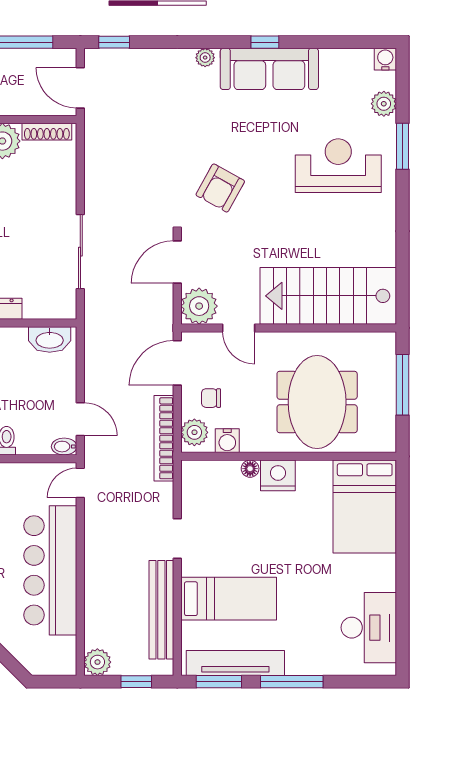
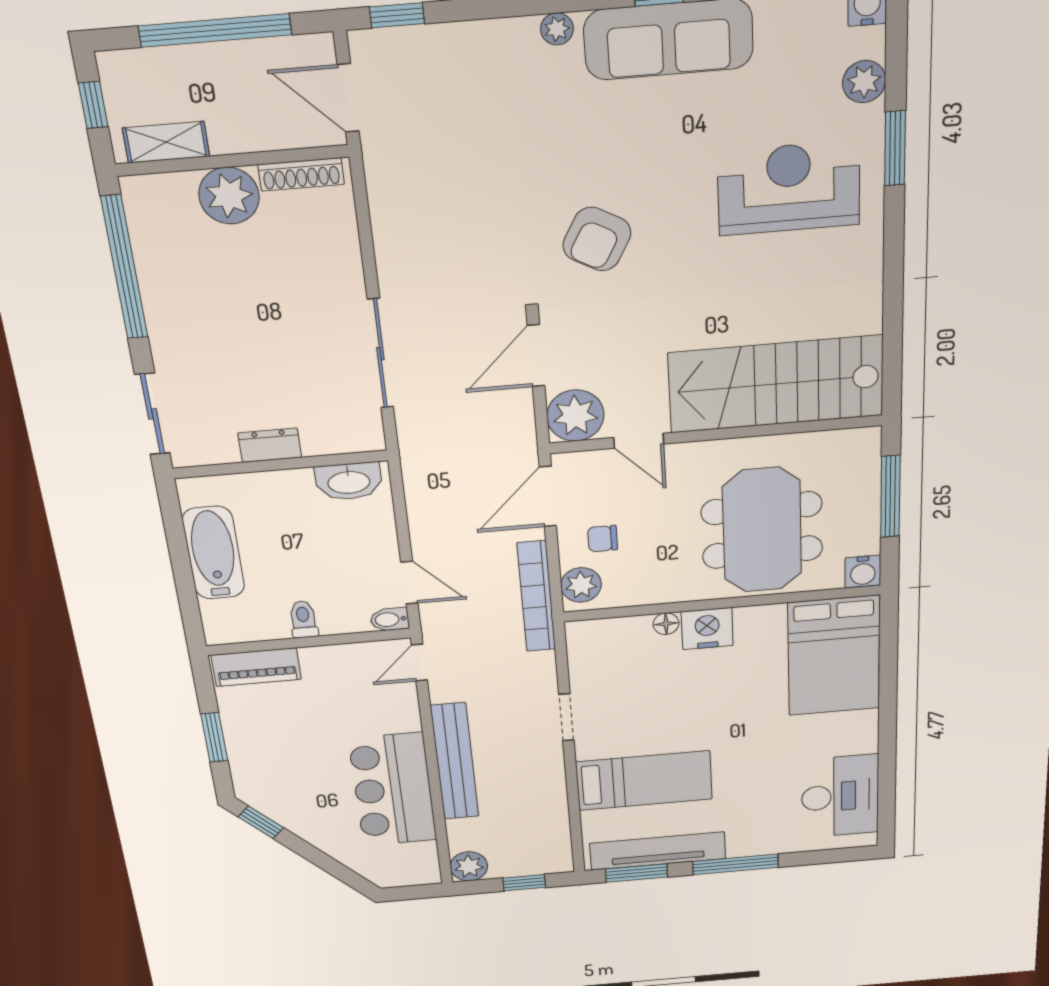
water cooler: (227, 441) -> (863, 572), moved
bar counter: (50, 570) -> (393, 790), width x0.73
bench: (161, 610) -> (455, 762), moved

